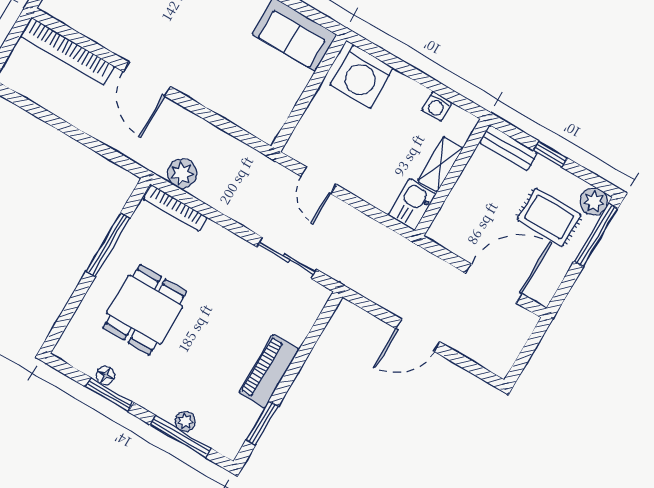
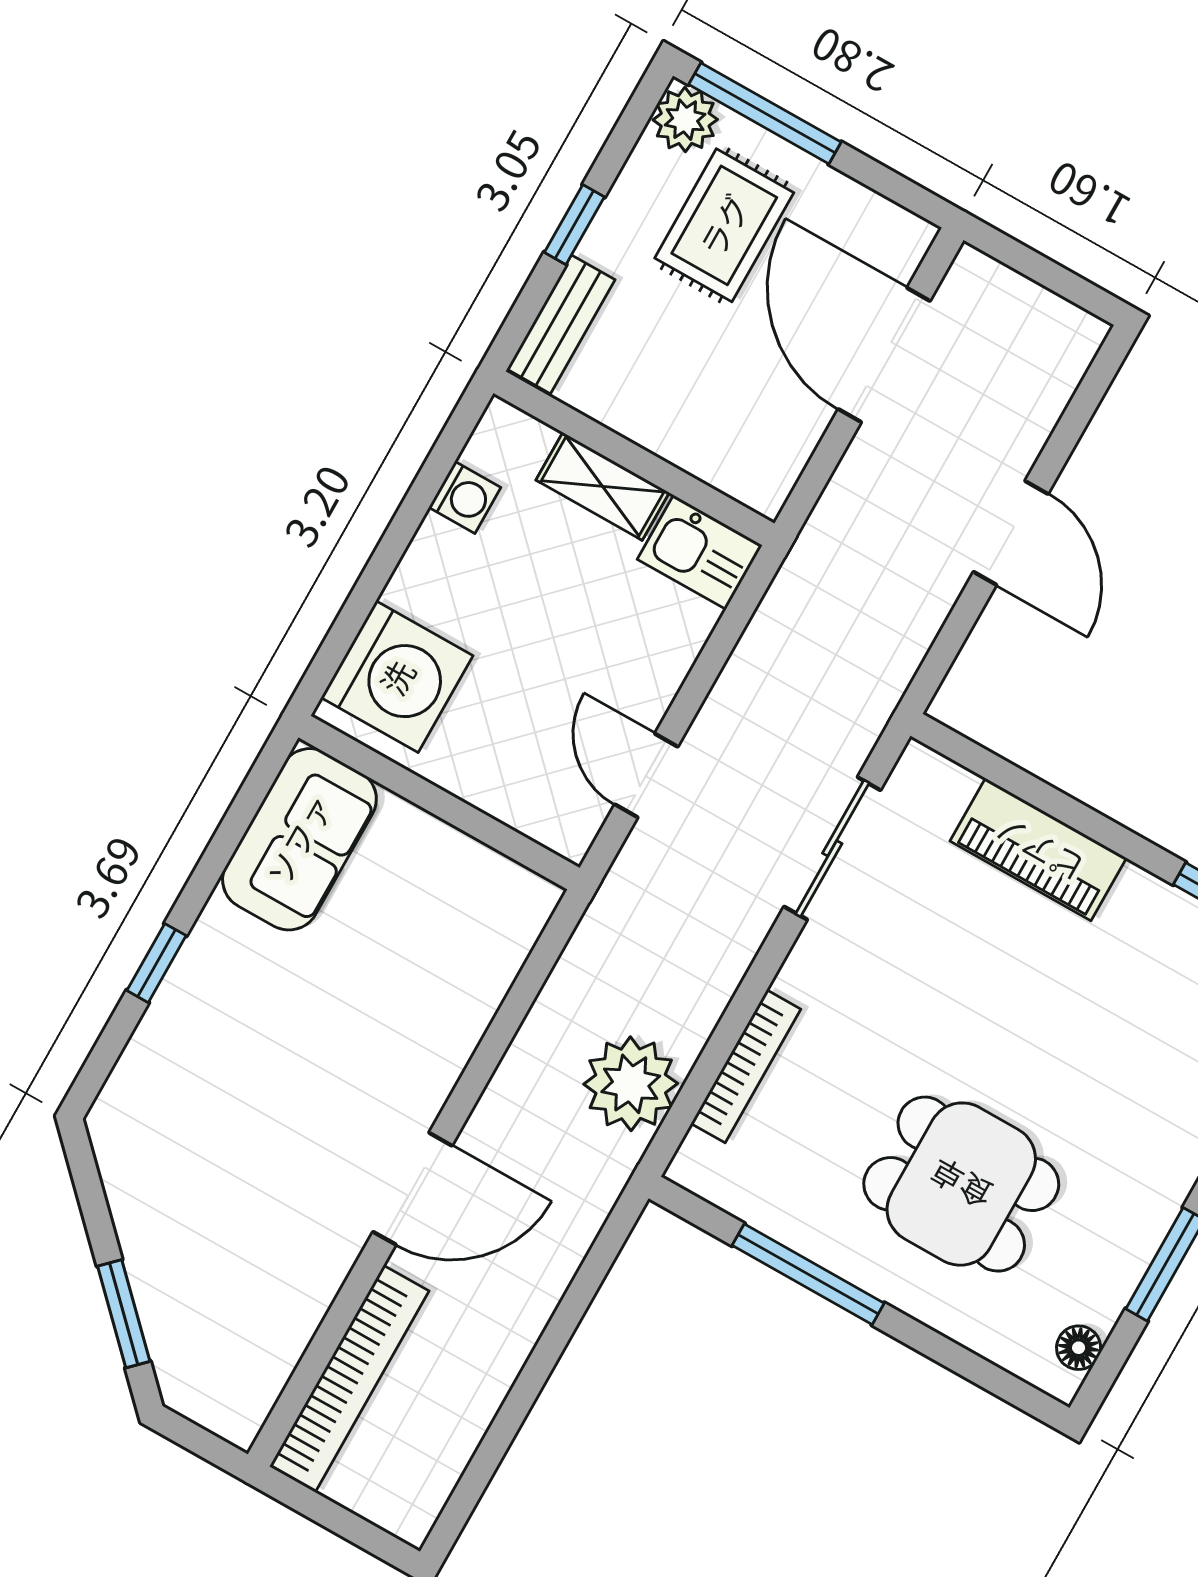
plant: (182, 173) -> (631, 1084), width x1.36, depth x1.36
door: (319, 180) -> (646, 776), swing flipped
bookcase: (175, 208) -> (746, 1066), moved
piano: (269, 371) -> (1038, 849), moved
floor lamp: (105, 376) -> (1079, 1348), moved

